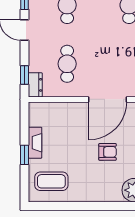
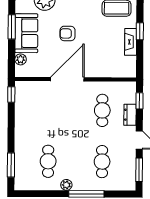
dresser: (35, 85) -> (130, 115), moved

